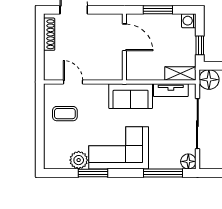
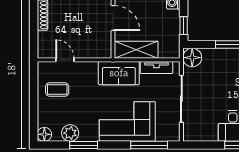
shelving: (180, 73) -> (136, 50), moved, width x1.50, depth x1.33
corner sofa: (119, 148) -> (127, 122), moved
floor lamp: (188, 161) -> (44, 134), moved

